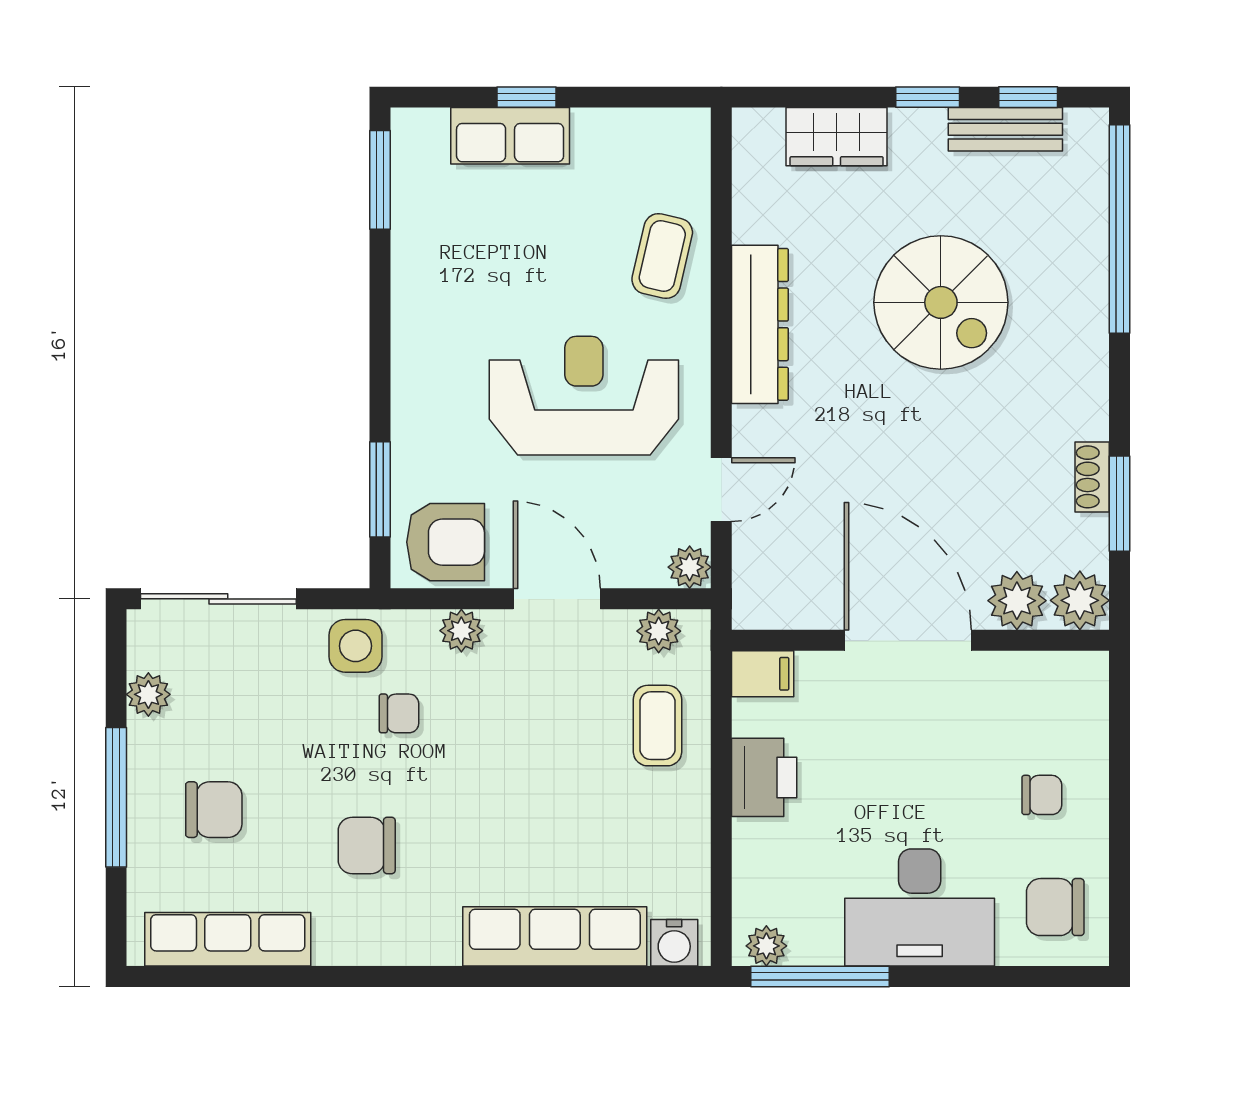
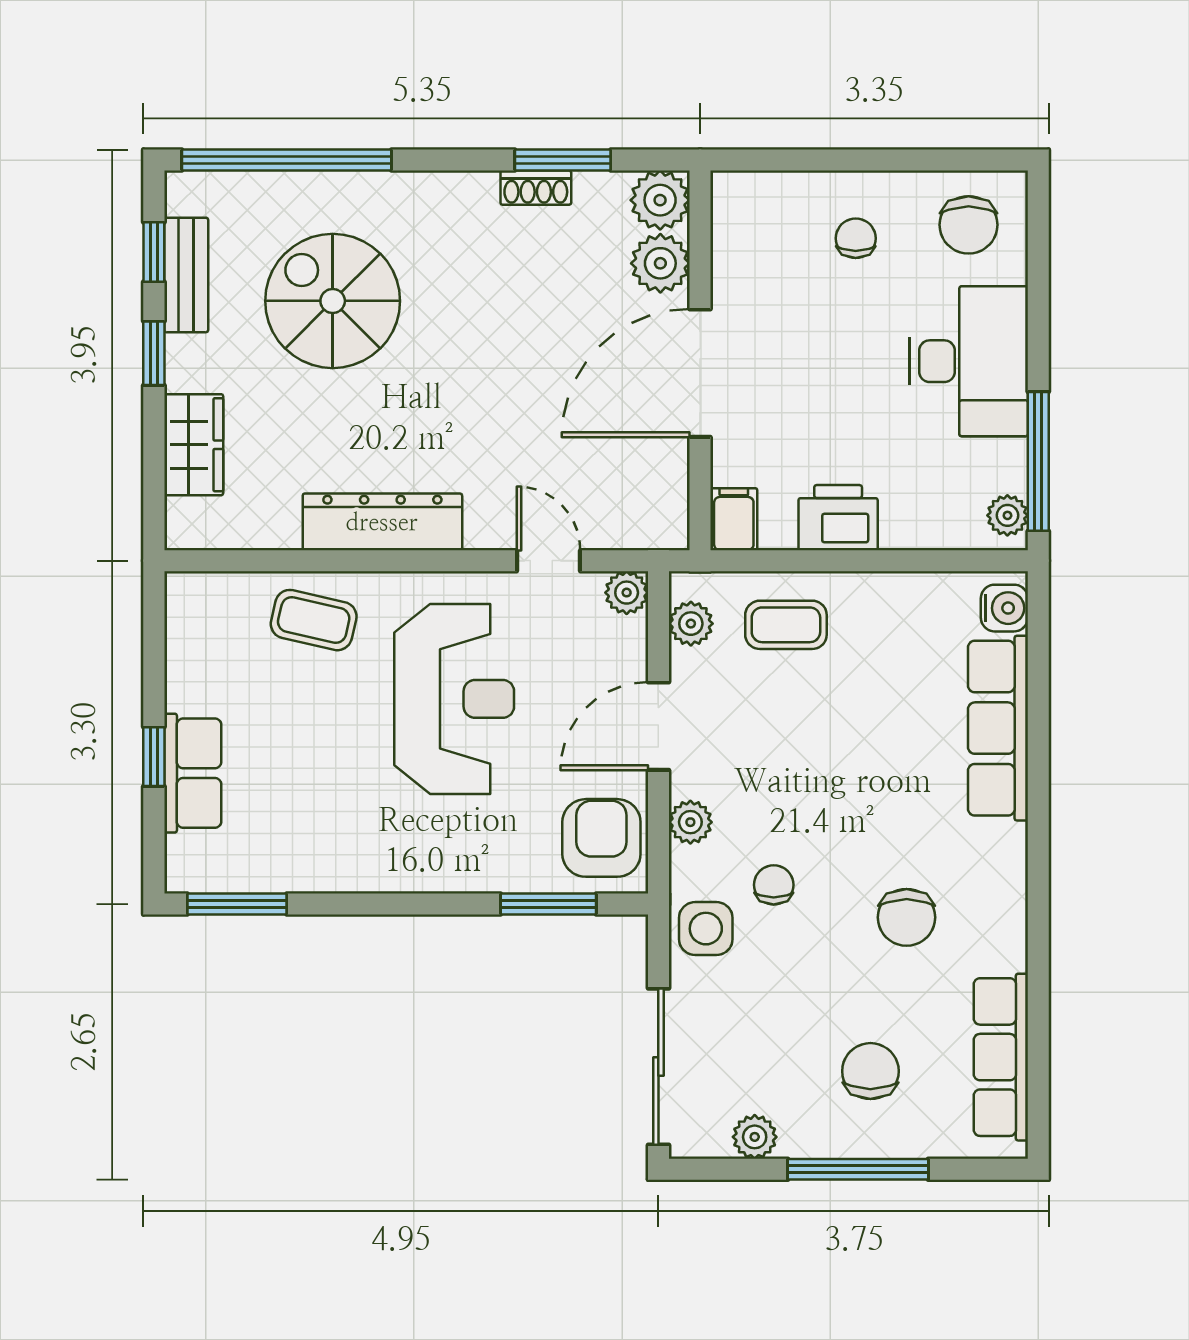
spiral stairs: (941, 302) -> (333, 301), moved, turned -90
reception desk: (584, 396) -> (454, 699), turned 180

